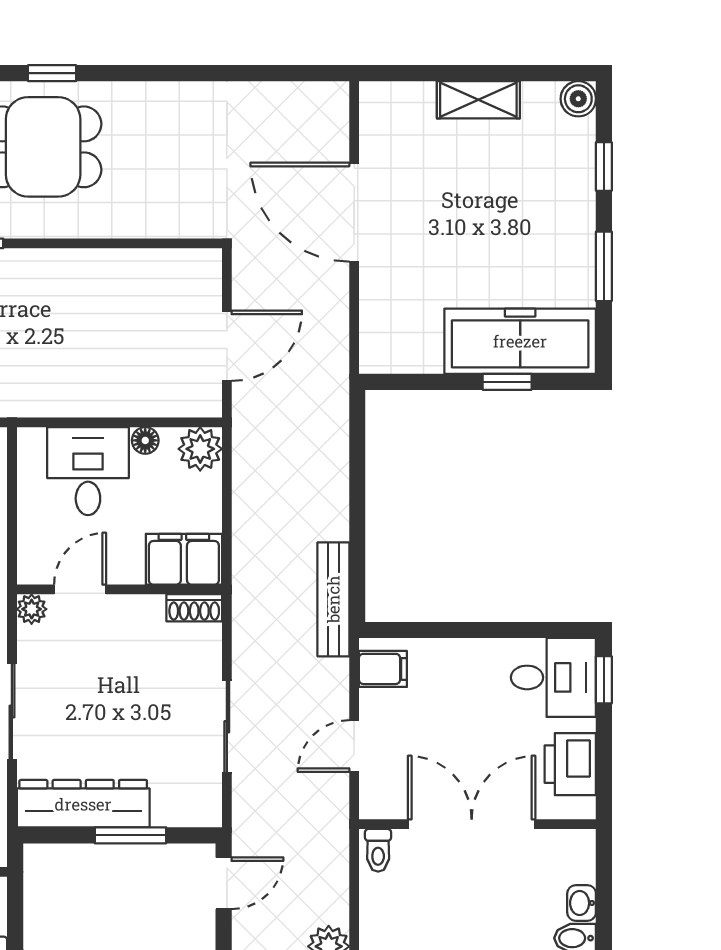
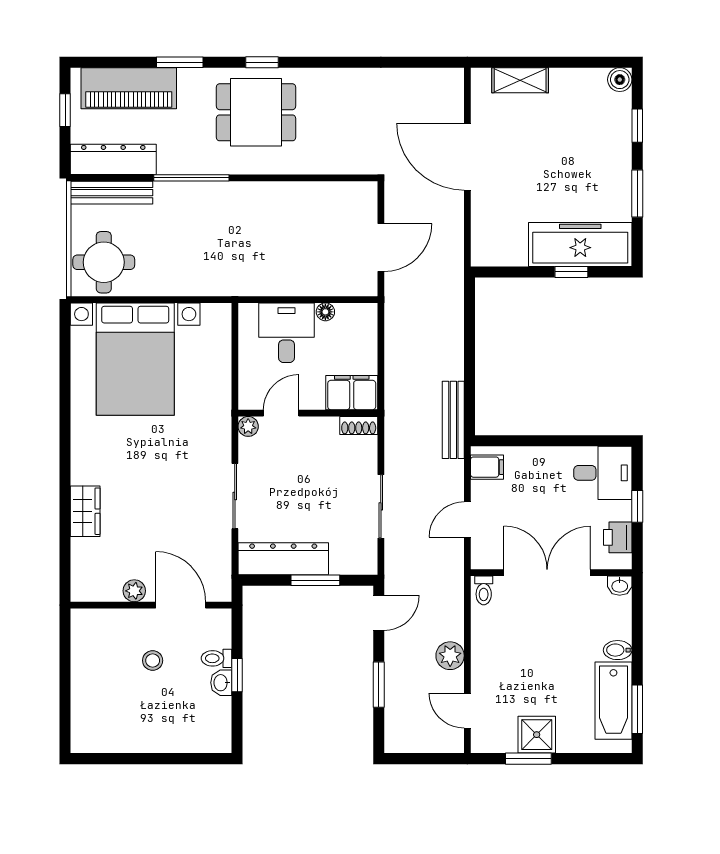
shelving: (478, 100) -> (520, 80), moved
plant: (200, 449) -> (363, 318), removed
window: (604, 680) -> (637, 506), moved
printer: (570, 764) -> (618, 537), width x0.73, depth x0.81
washbasin: (582, 903) -> (620, 586), moved, turned -90

